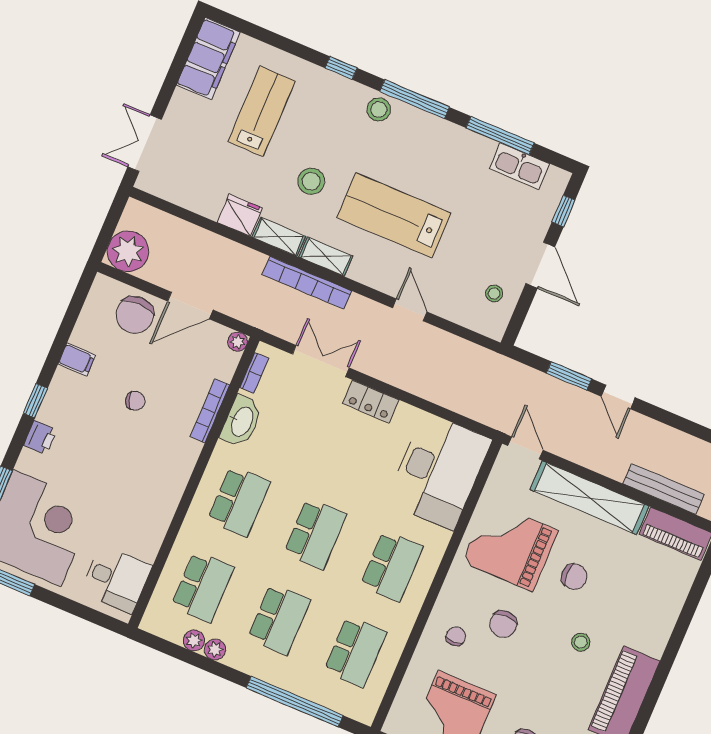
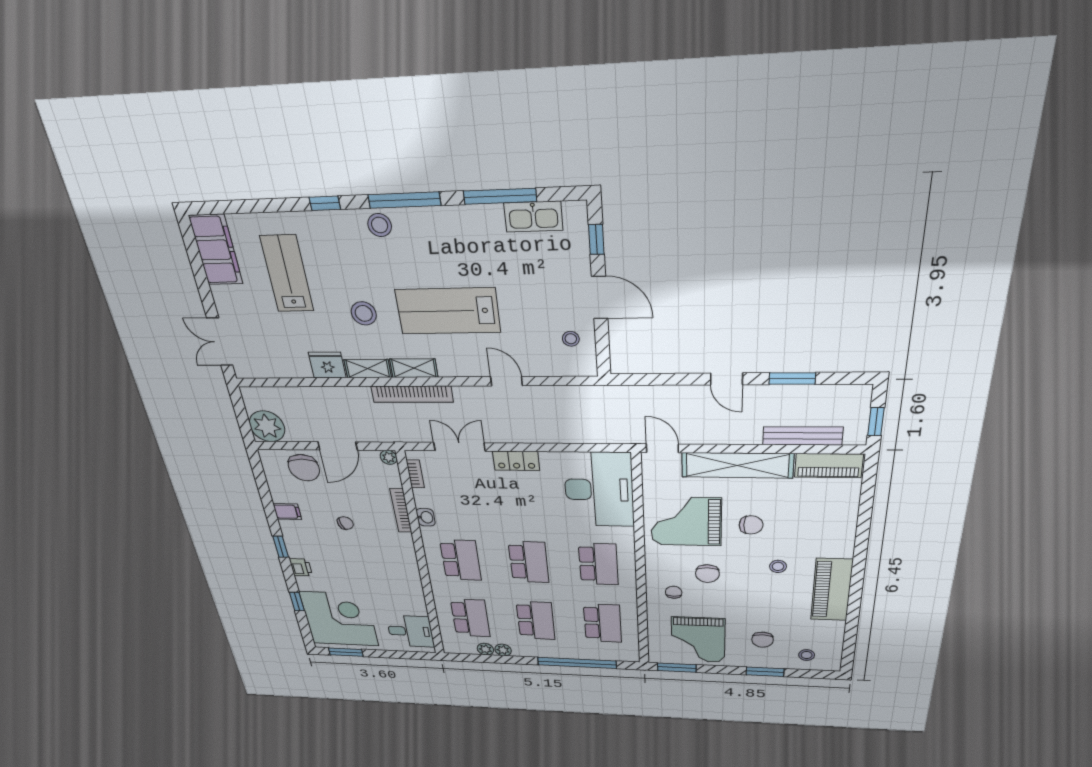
window: (569, 376) -> (792, 379), moved
washbasin: (241, 421) -> (426, 517), width x0.52, depth x0.69

